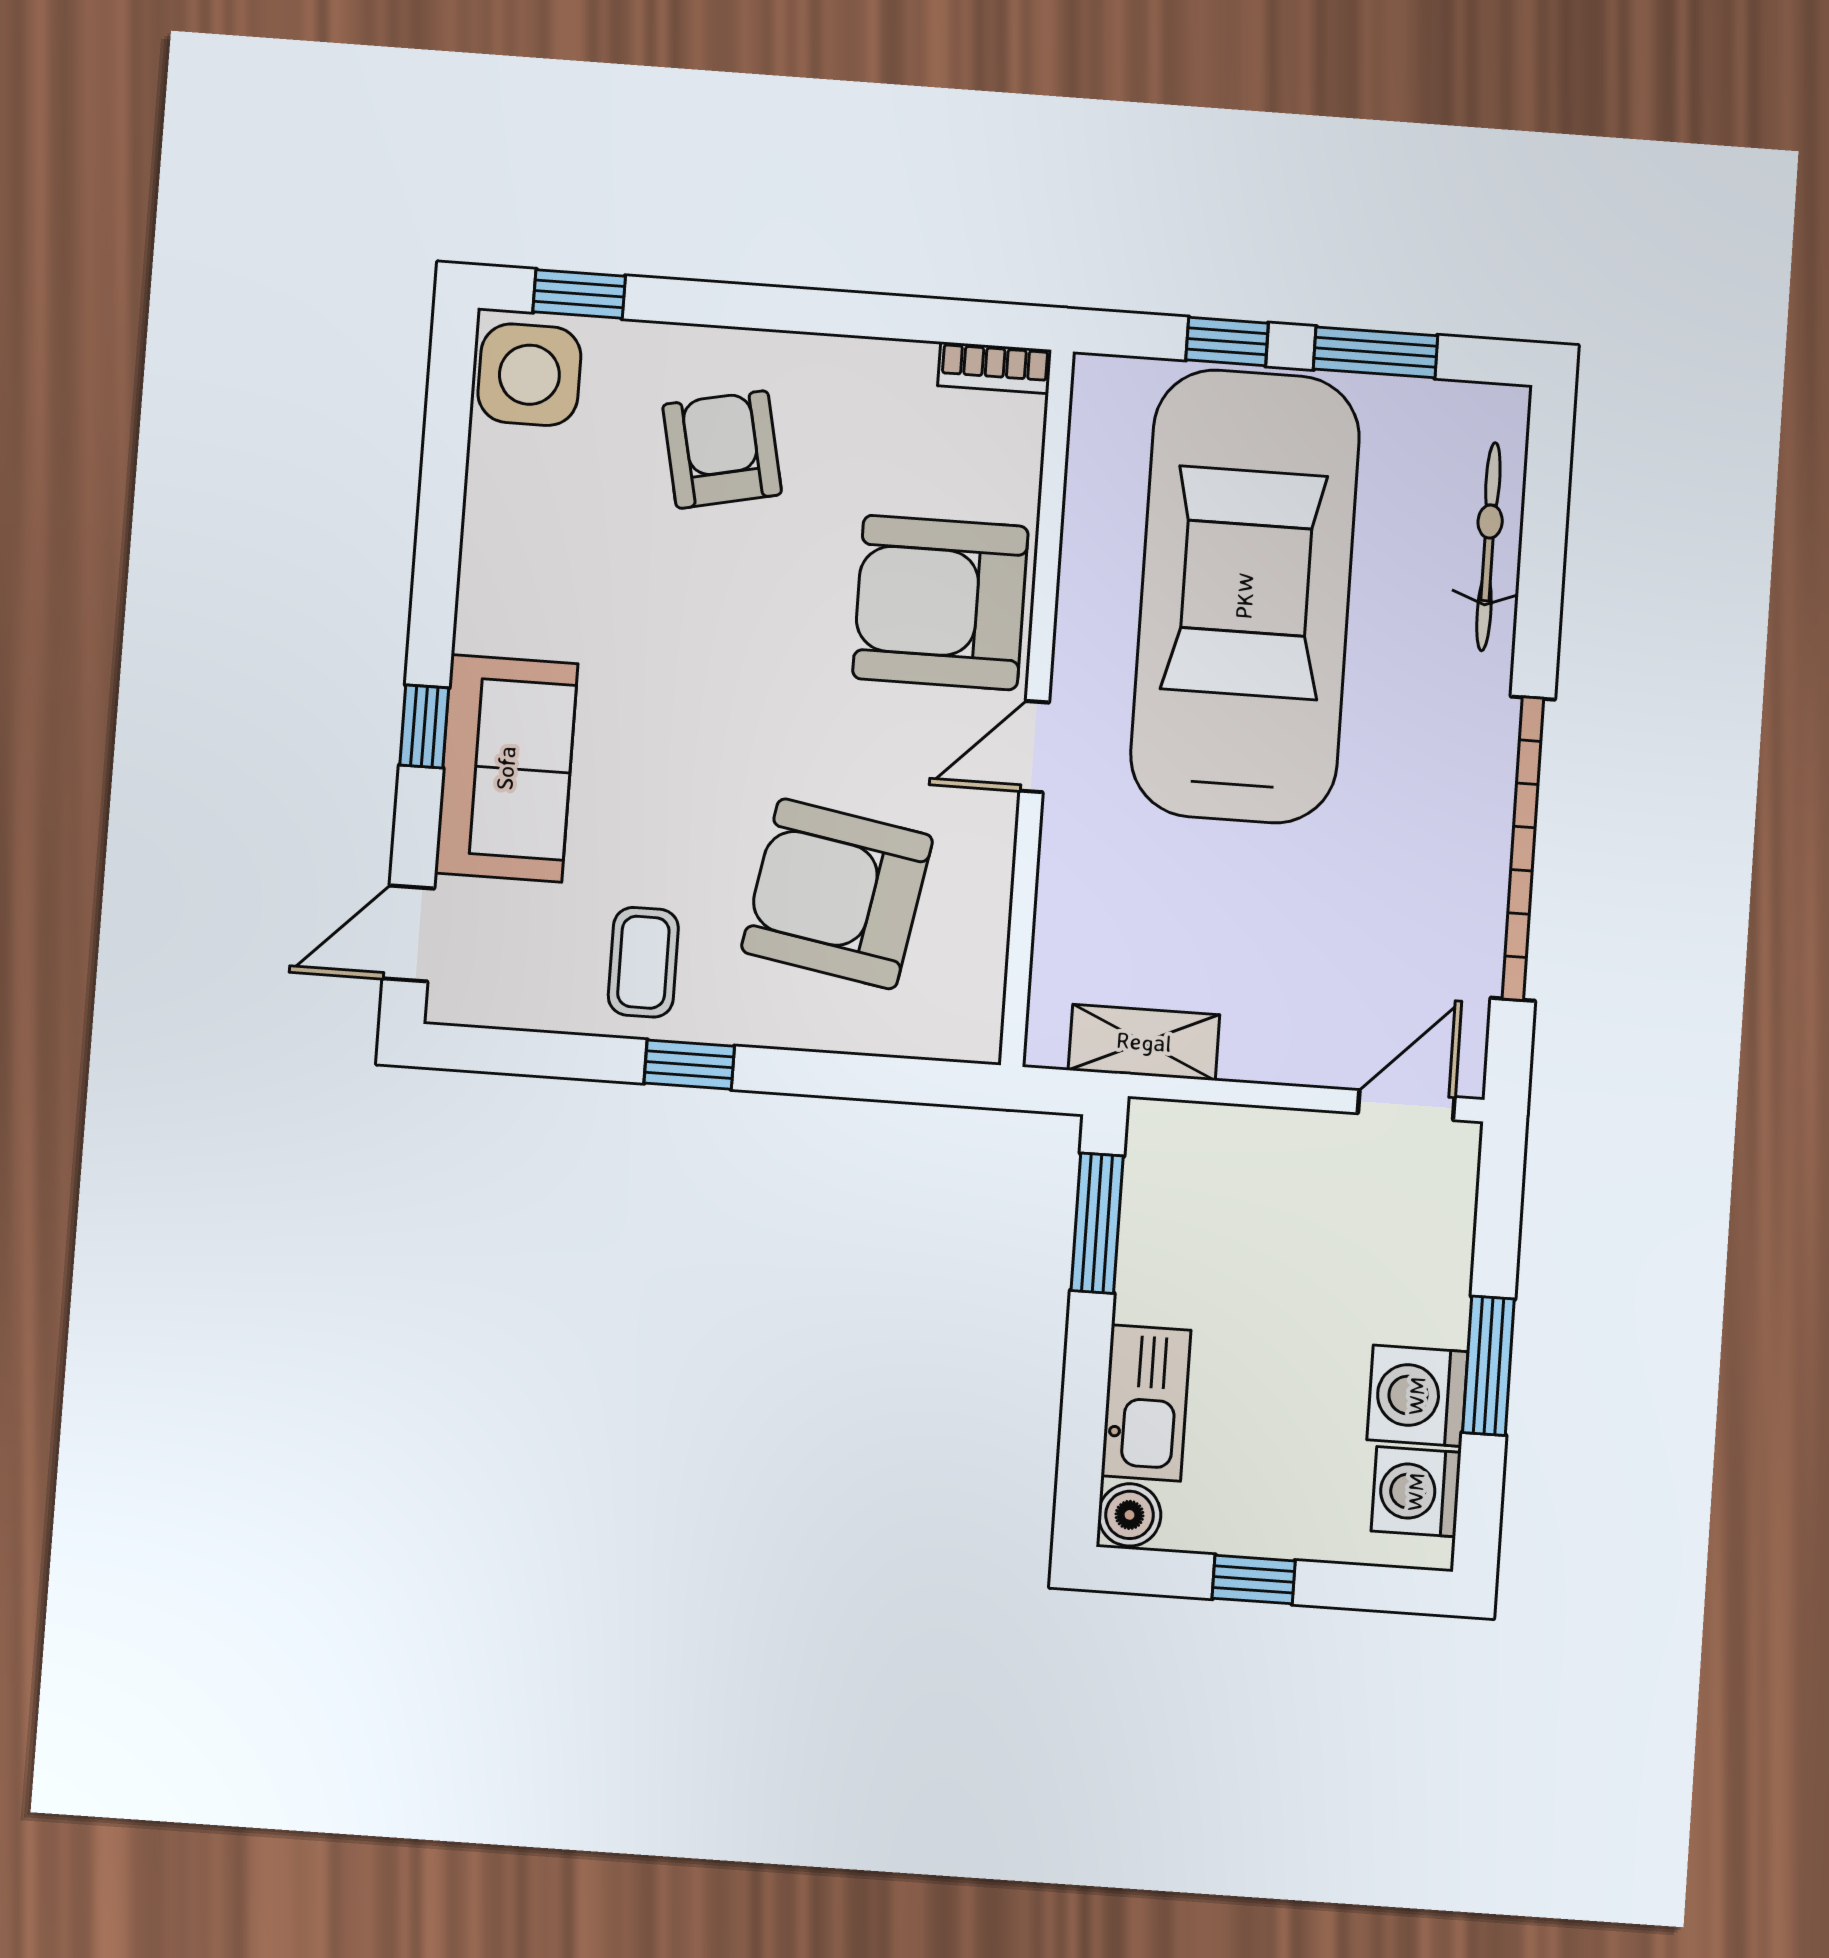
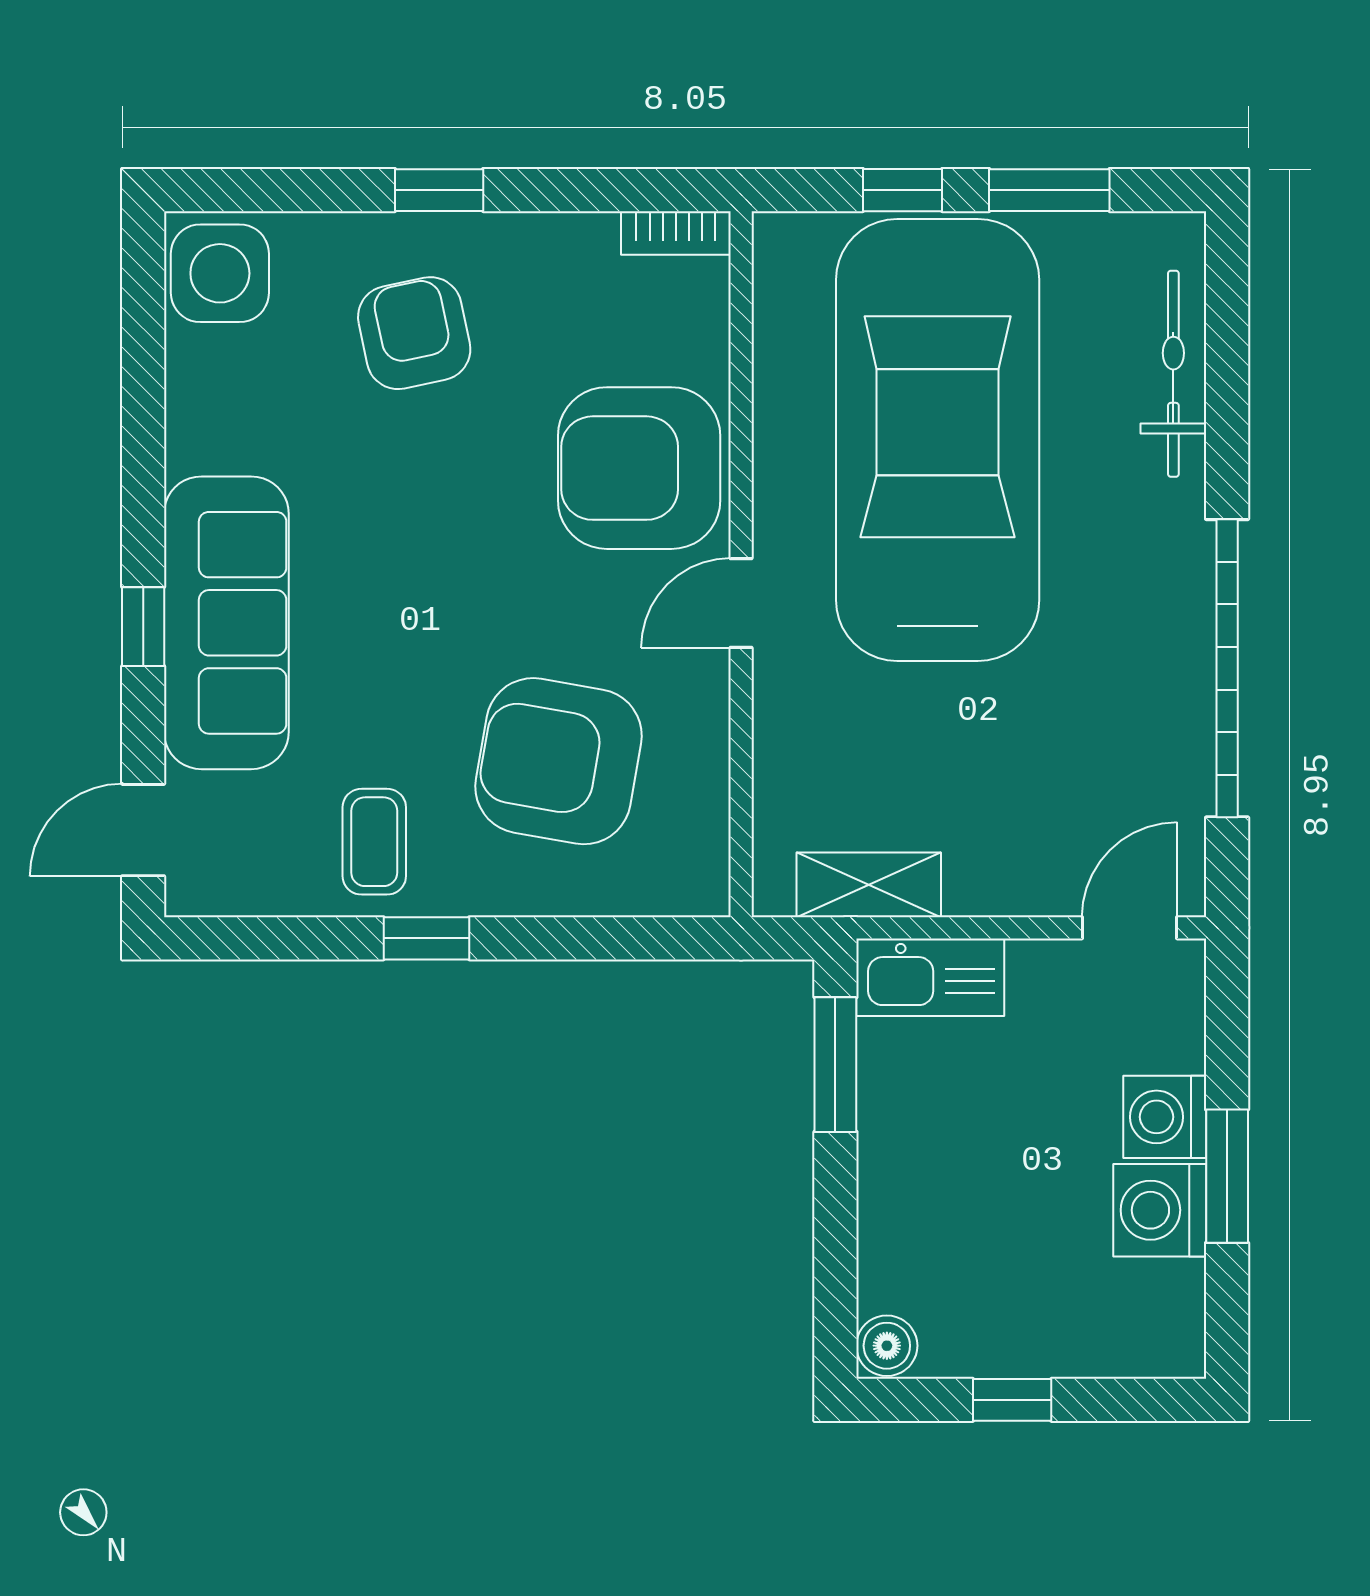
window: (579, 294) -> (439, 190), moved
sofa: (506, 768) -> (226, 623), width x1.36
kitchen sink: (1146, 1403) -> (930, 977), moved, turned 90
washing machine: (1416, 1492) -> (1165, 1117), moved

